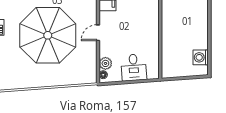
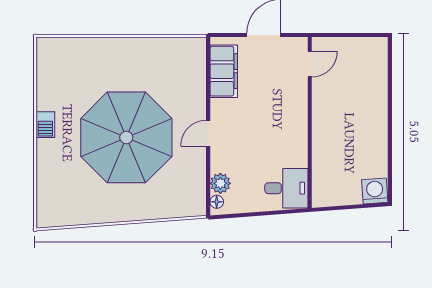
washing machine: (201, 57) -> (375, 191), moved, turned 86
desk: (134, 67) -> (286, 188), moved, turned -86

